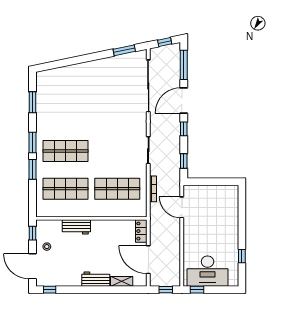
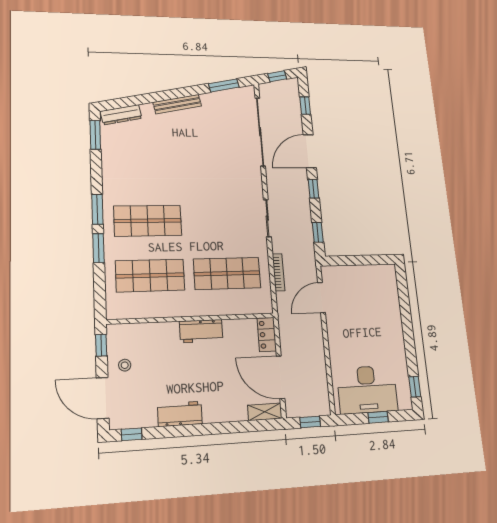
window: (184, 65) -> (305, 105), width x0.46
bench: (90, 66) -> (177, 104), added
dresser: (50, 74) -> (121, 115), added
window: (32, 102) -> (95, 135), moved
door: (182, 207) -> (321, 298), hinge flipped
workbench: (76, 227) -> (201, 331), moved
window: (242, 256) -> (415, 387), moved
workbench: (96, 279) -> (180, 414), moved
shelving: (122, 281) -> (265, 412), moved
window: (197, 290) -> (378, 417), moved

